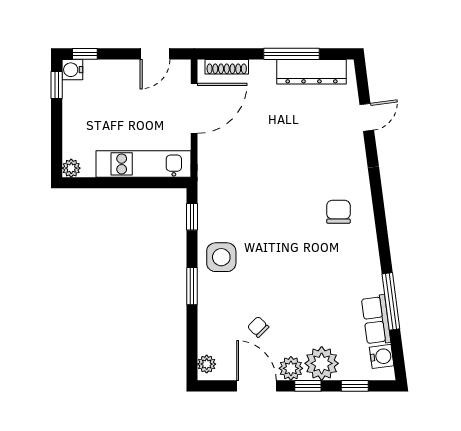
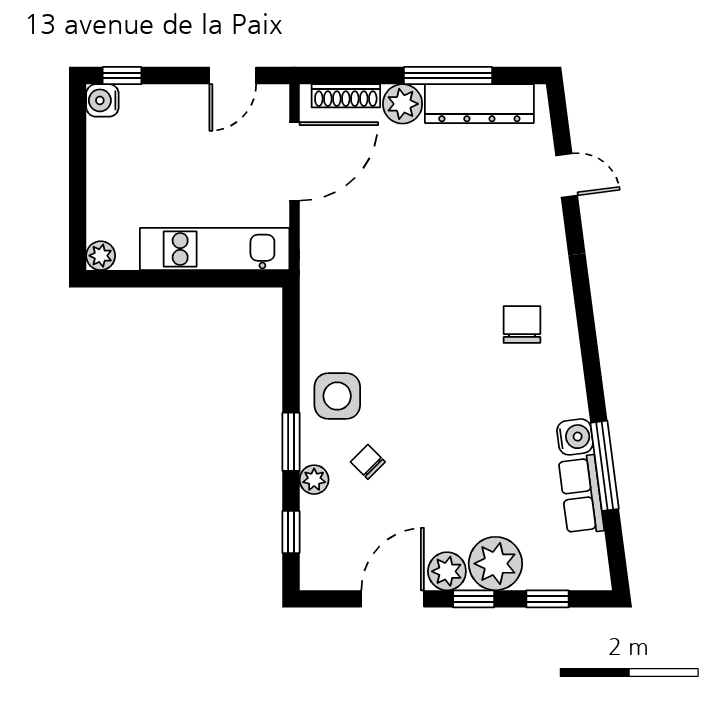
plant: (263, 72) -> (403, 104), added
window: (57, 85) -> (78, 124), removed
door: (367, 117) -> (567, 175), hinge flipped
window: (192, 217) -> (291, 532), moved
chair: (258, 327) -> (368, 462), moved
water cooler: (382, 356) -> (575, 437), moved
plant: (207, 364) -> (314, 480), moved
door: (256, 386) -> (393, 599), hinge flipped

